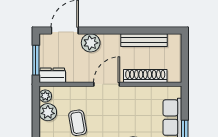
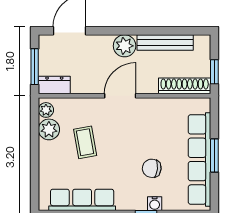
plant: (91, 43) -> (125, 46), moved
window: (185, 64) -> (214, 72), added
shoe rack: (145, 76) -> (185, 86), moved

